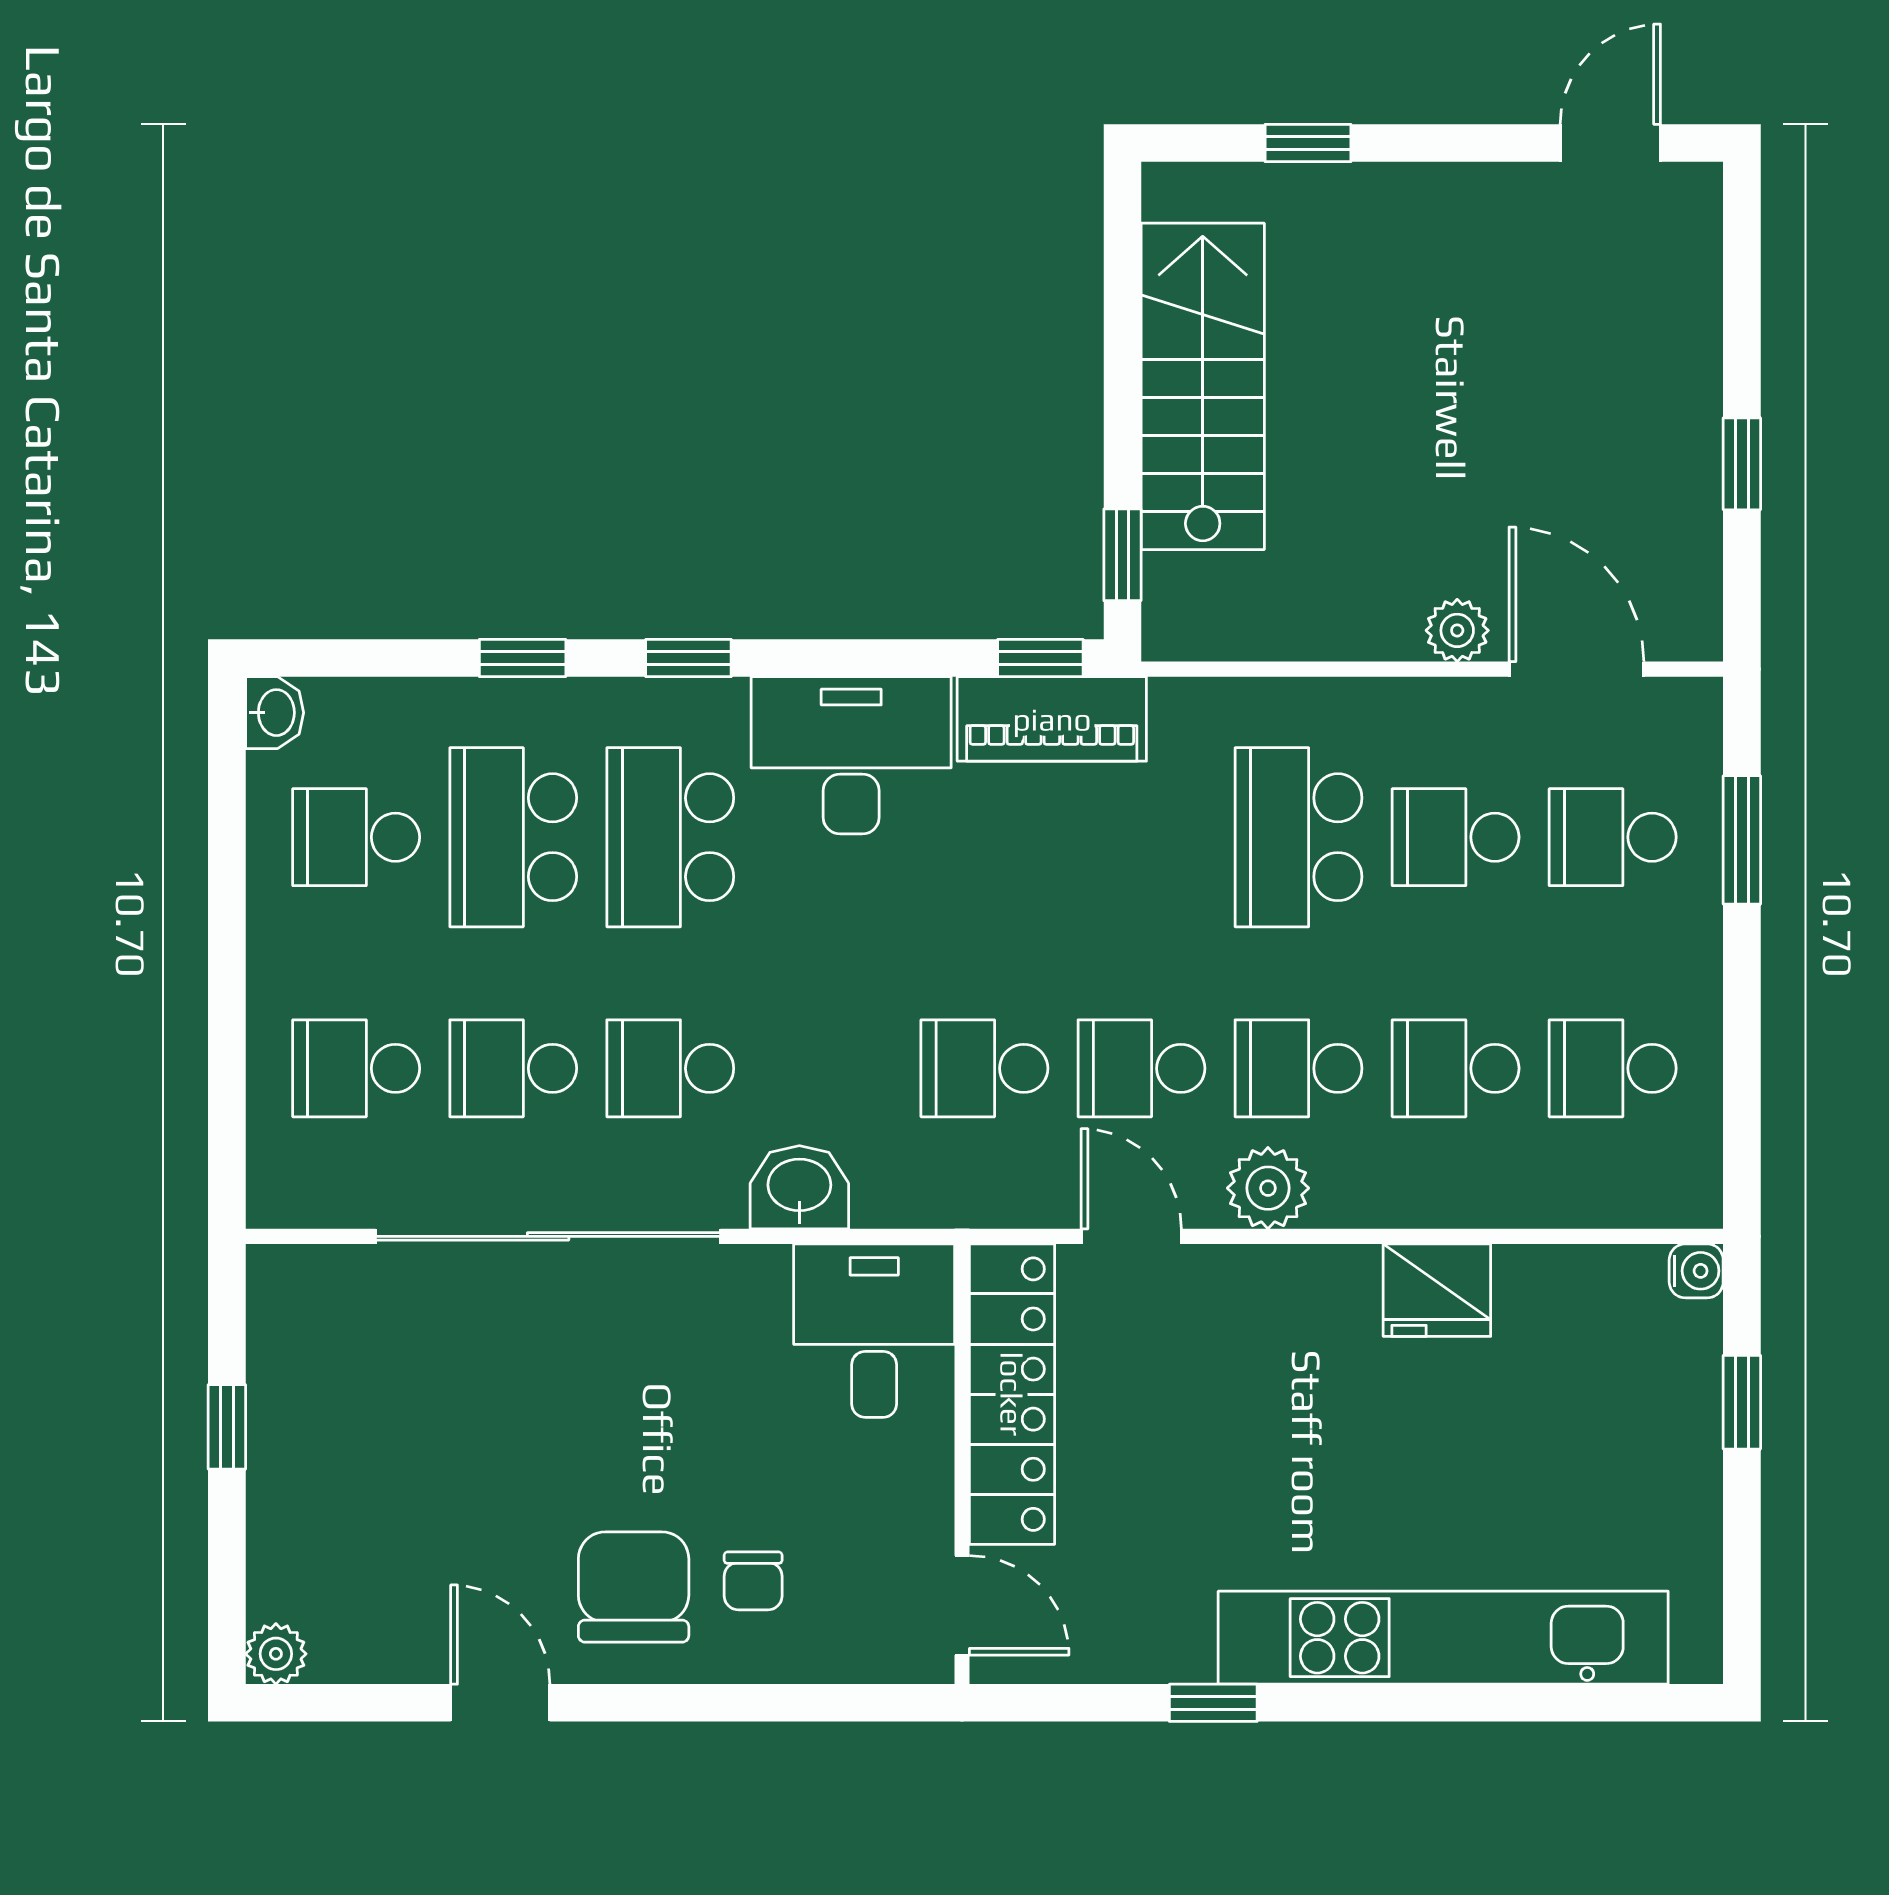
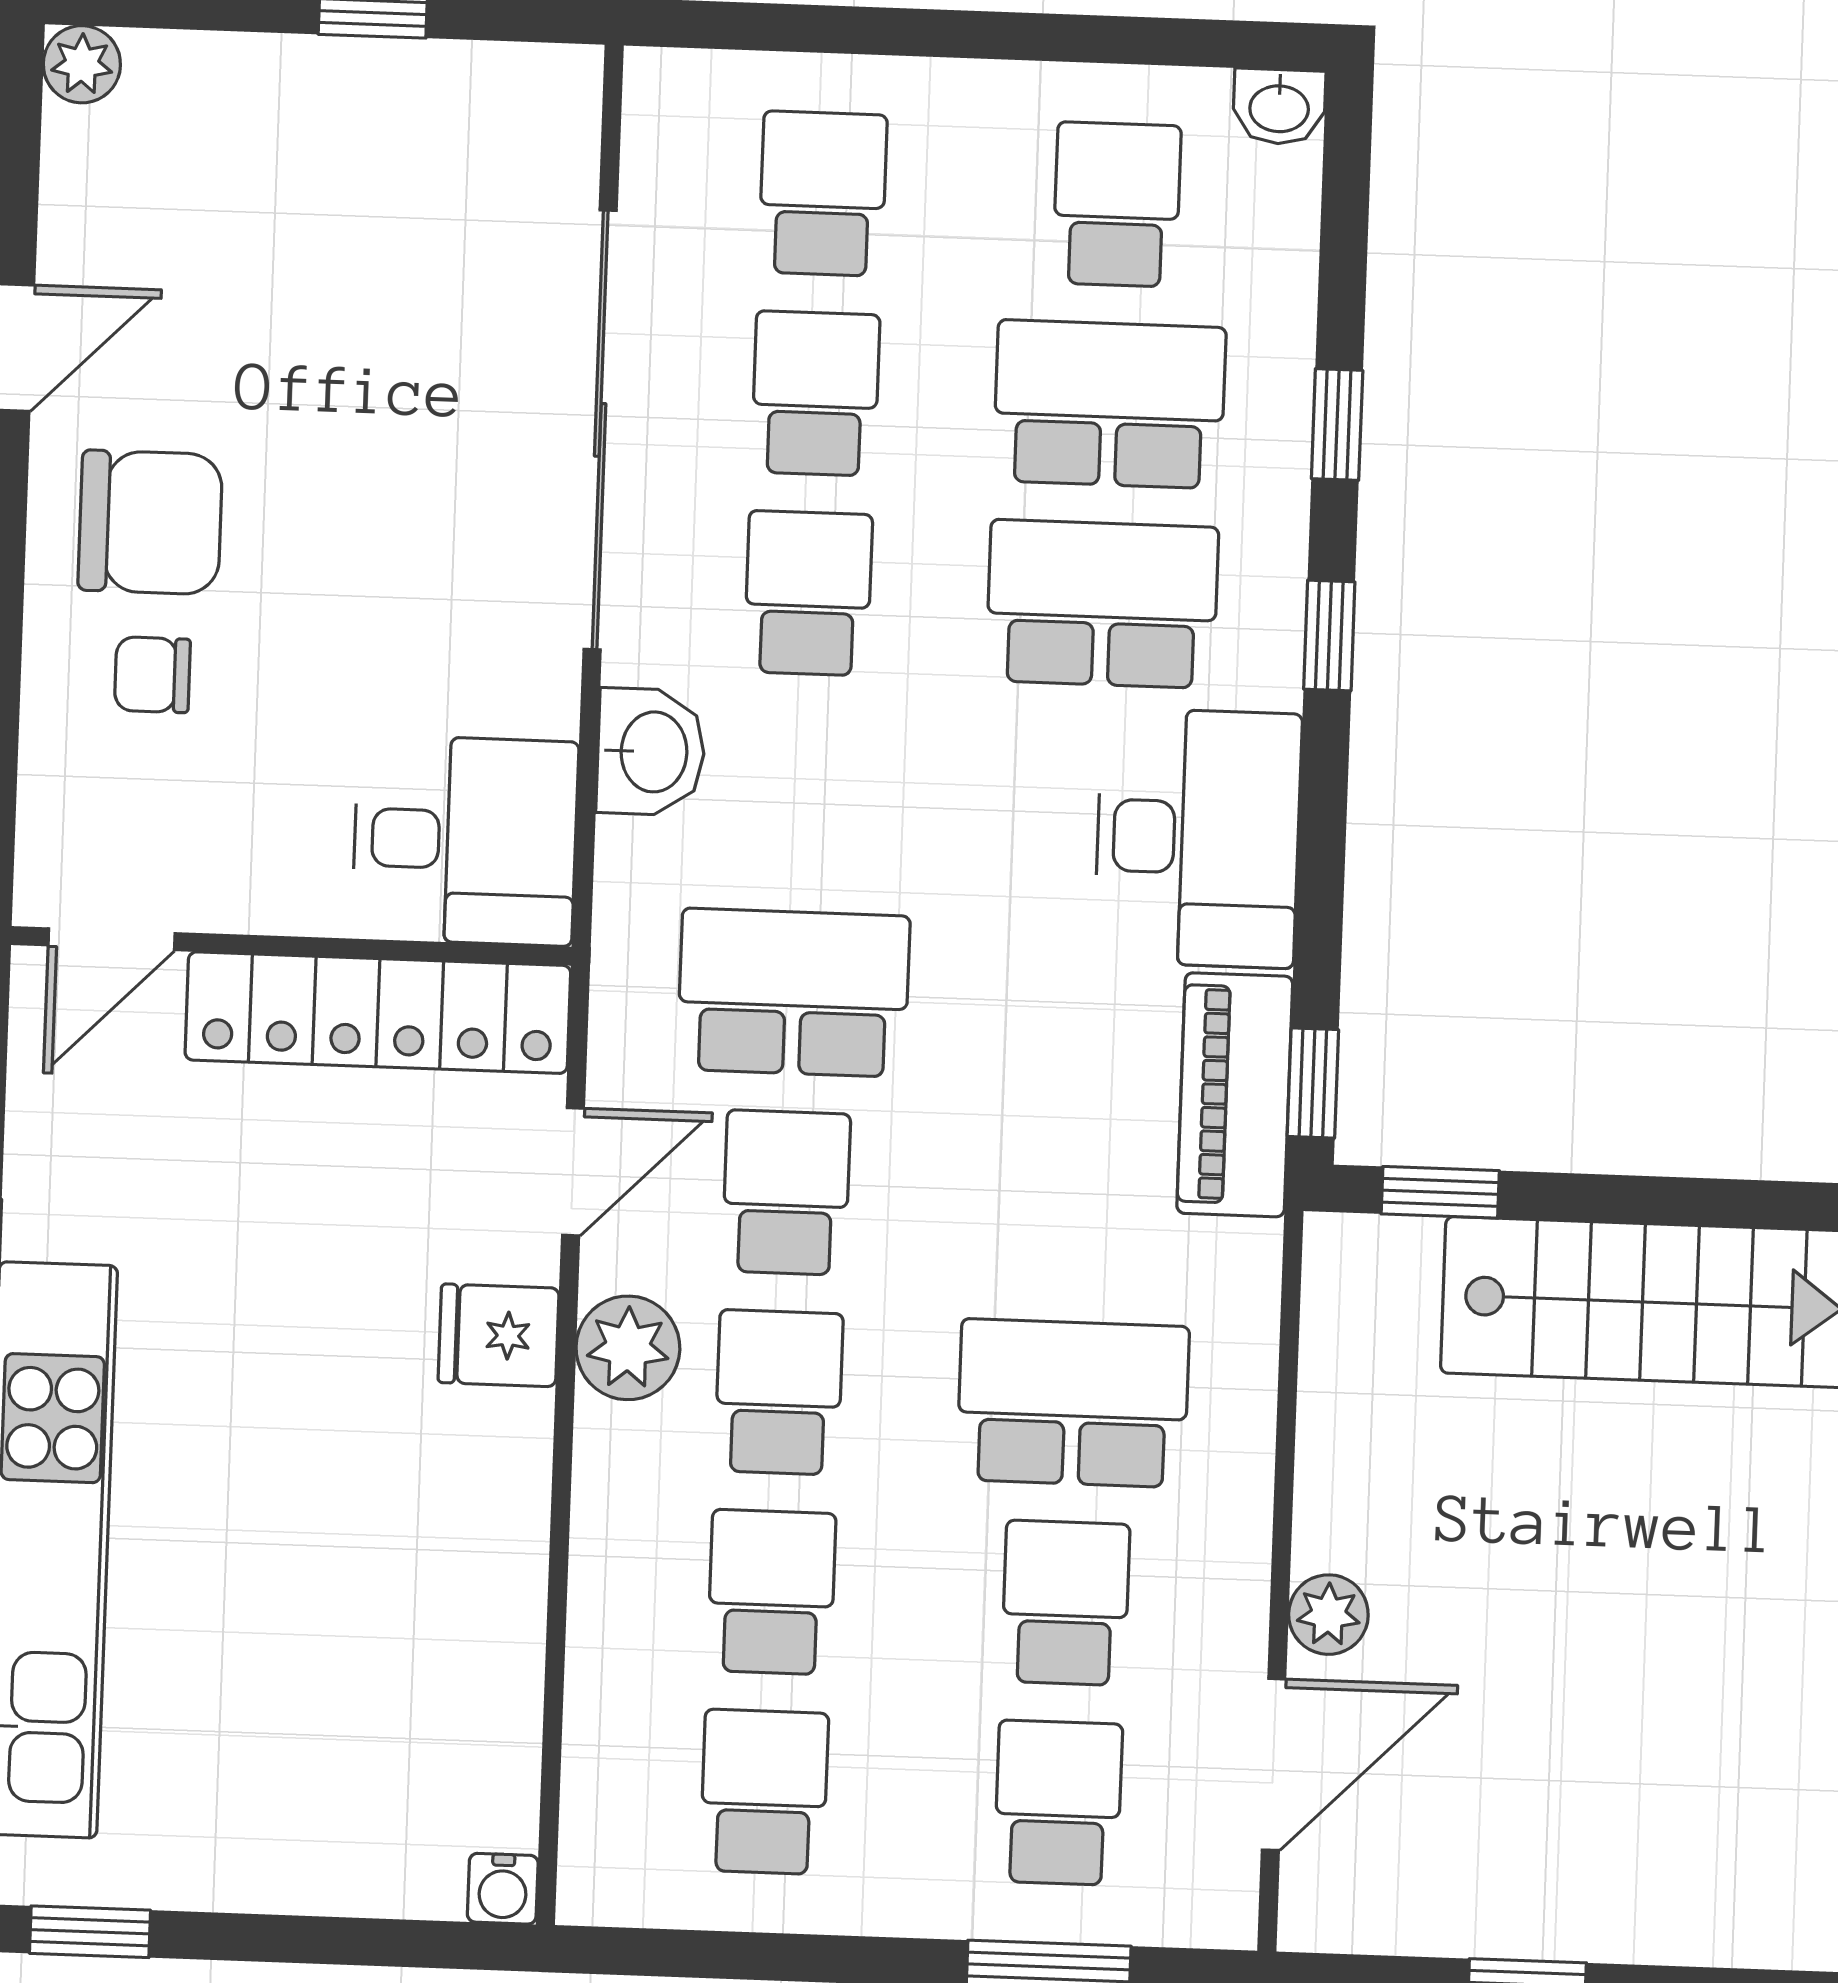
school desk: (984, 1068) -> (794, 993), width x1.85
fridge: (1437, 1290) -> (498, 1335), moved, width x0.72
window: (1742, 1402) -> (90, 1932), moved

